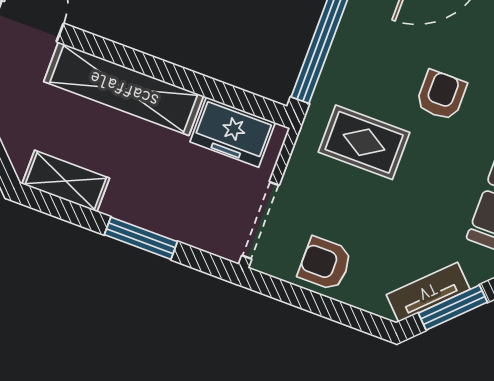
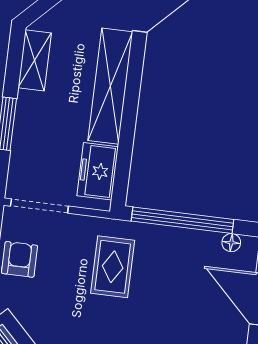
armchair: (441, 95) -> (159, 314), removed

